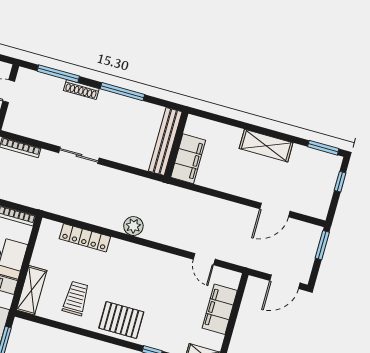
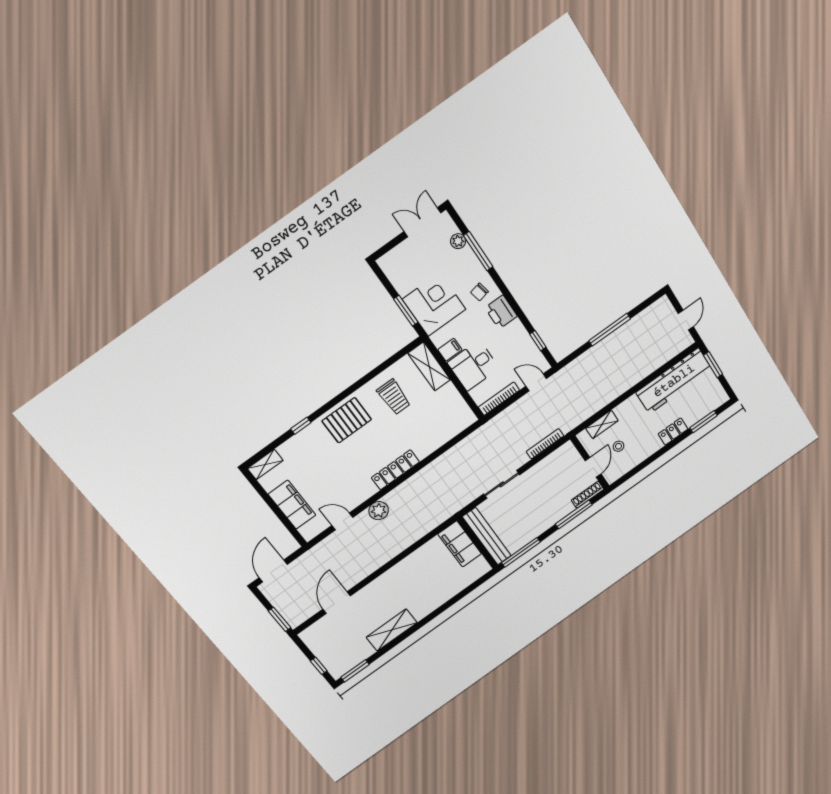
shoe rack: (81, 90) -> (588, 495), moved
bench: (165, 141) -> (487, 536), moved
wall: (176, 145) -> (478, 543), moved
filing cabinet: (188, 159) -> (460, 544), moved
plant: (133, 226) -> (379, 511), moved
locker: (85, 238) -> (395, 470), moved

